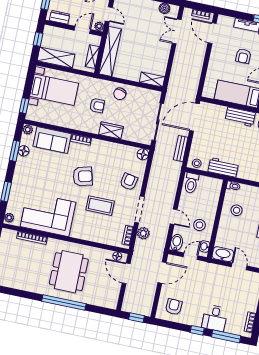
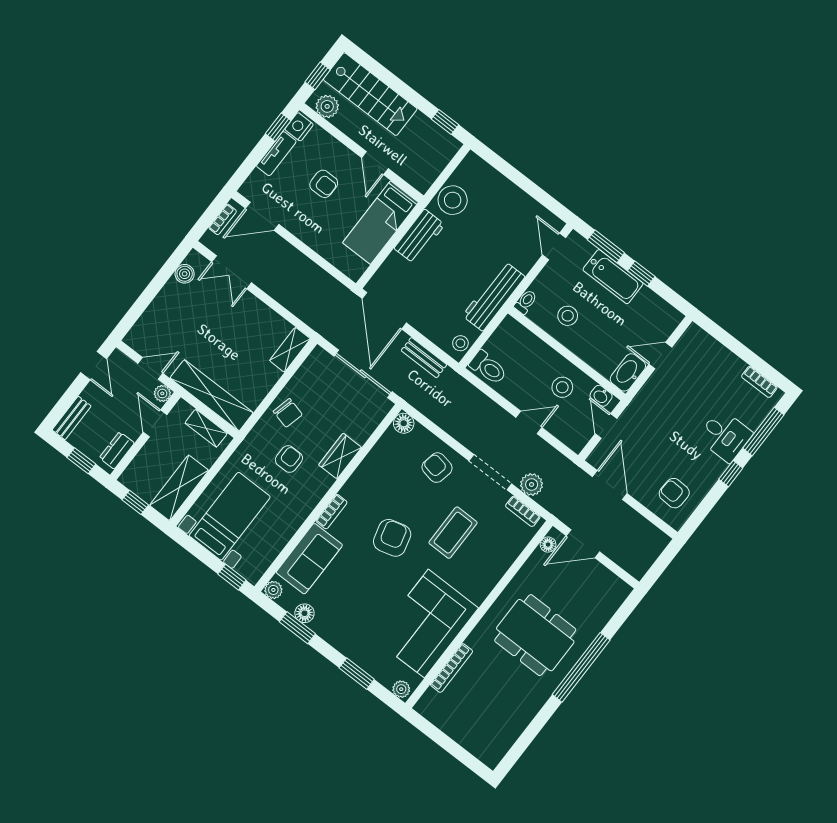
workbench: (223, 167) -> (494, 296), width x1.38
bidet: (177, 243) -> (573, 438), removed
window: (137, 318) -> (663, 562), removed

